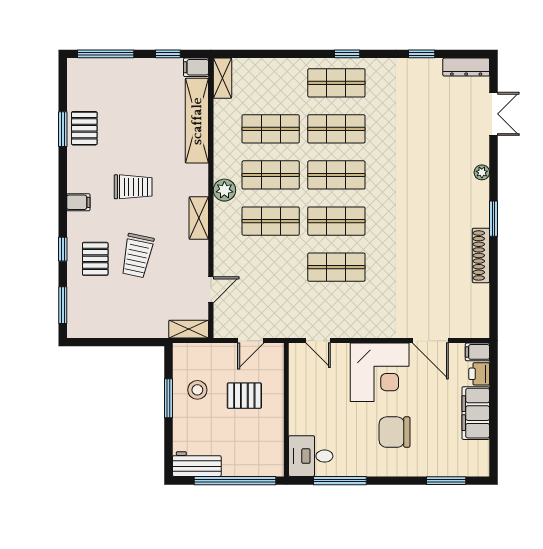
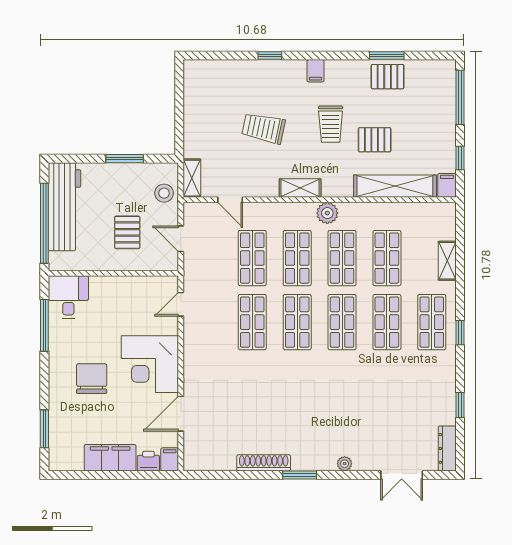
shelving: (222, 78) -> (447, 261), moved, turned 90
pallet: (95, 259) -> (375, 140), moved
shop shelf: (271, 267) -> (252, 258), added
window: (63, 305) -> (215, 56), removed
stool: (197, 390) -> (164, 193), moved
workbench: (197, 464) -> (64, 207), width x1.88, depth x1.32

